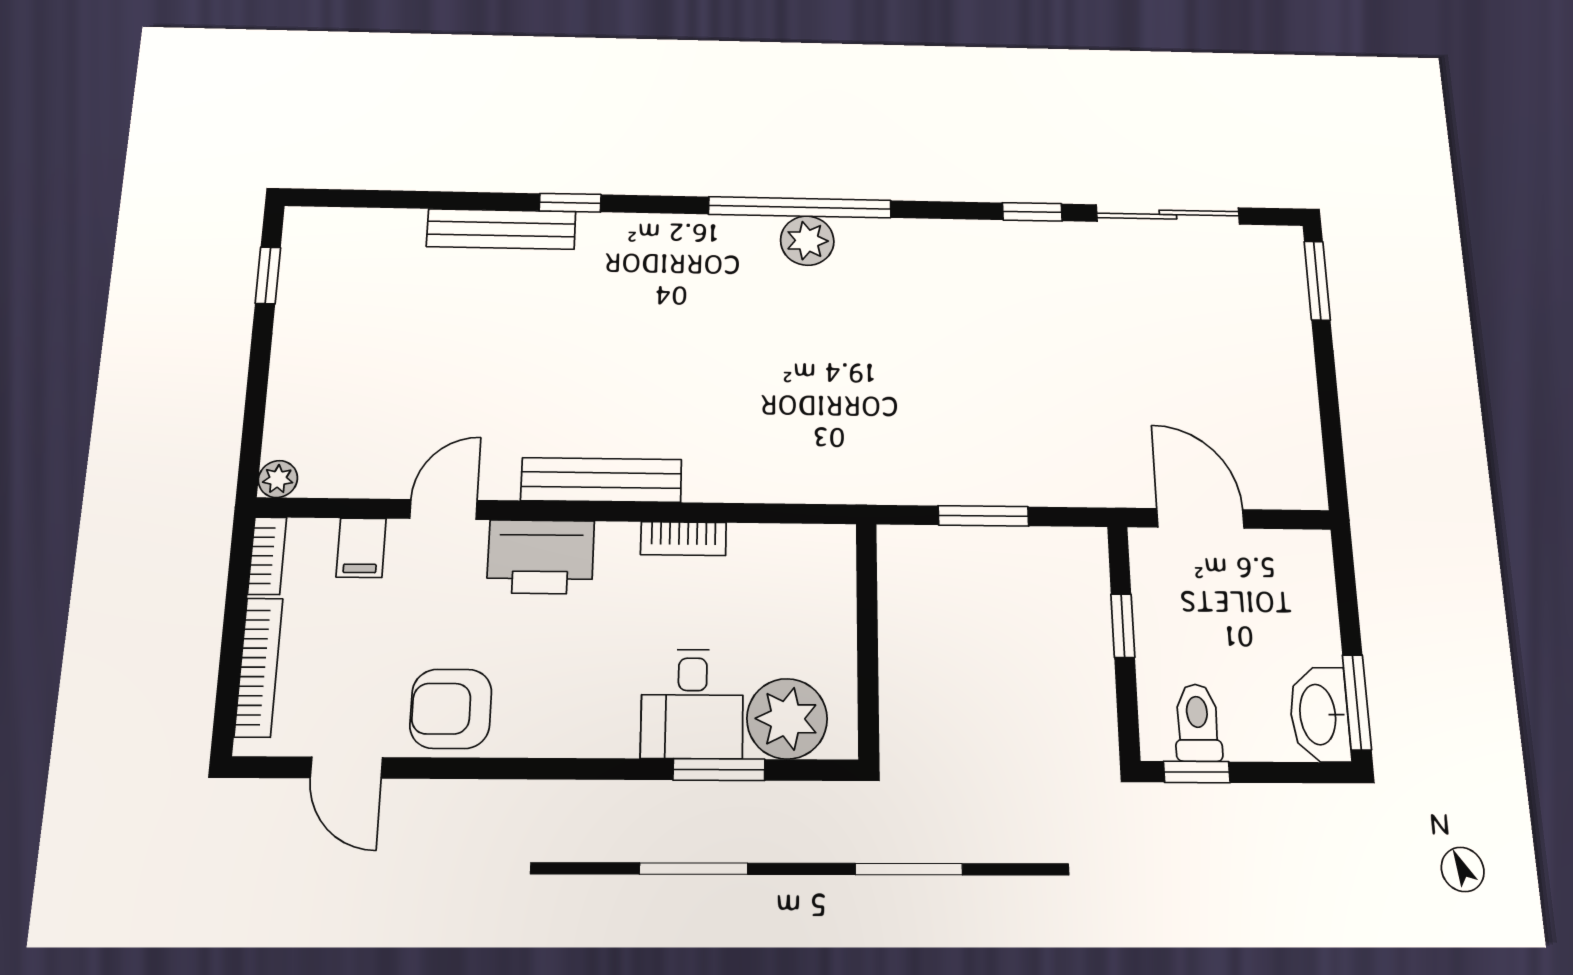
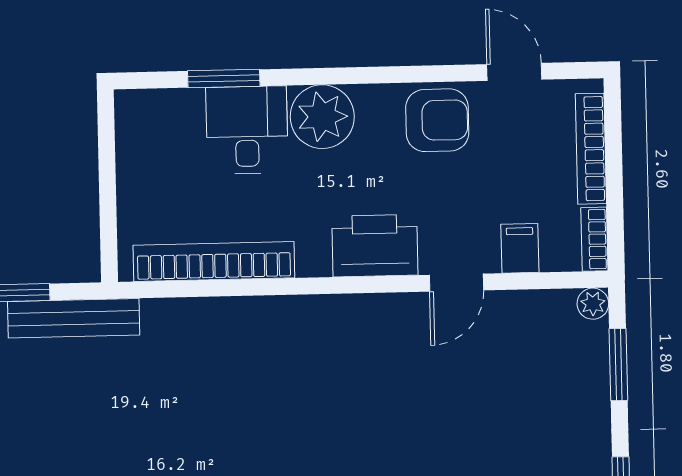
window: (255, 407) -> (618, 365), added
bench: (601, 480) -> (74, 318), moved
bookcase: (683, 539) -> (214, 262), width x2.31, depth x1.31
plant: (787, 719) -> (322, 117), moved

